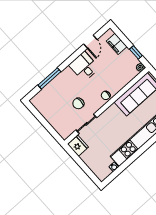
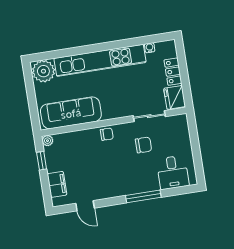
door: (90, 42) -> (85, 206), swing flipped
desk: (84, 67) -> (173, 172), moved
window: (49, 78) -> (143, 196), moved
locker: (90, 161) -> (173, 72), added

